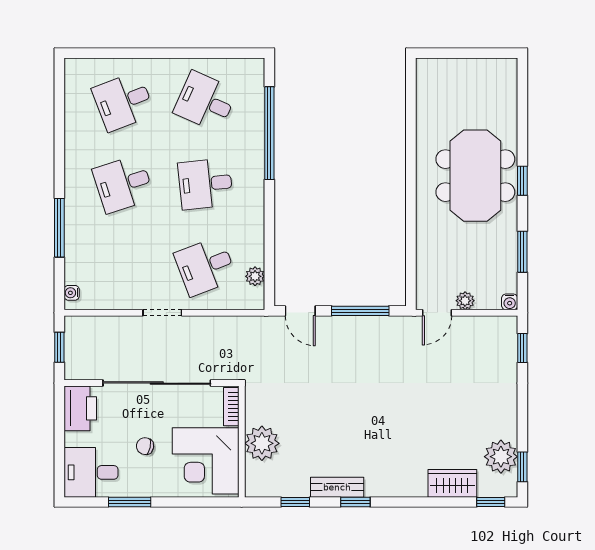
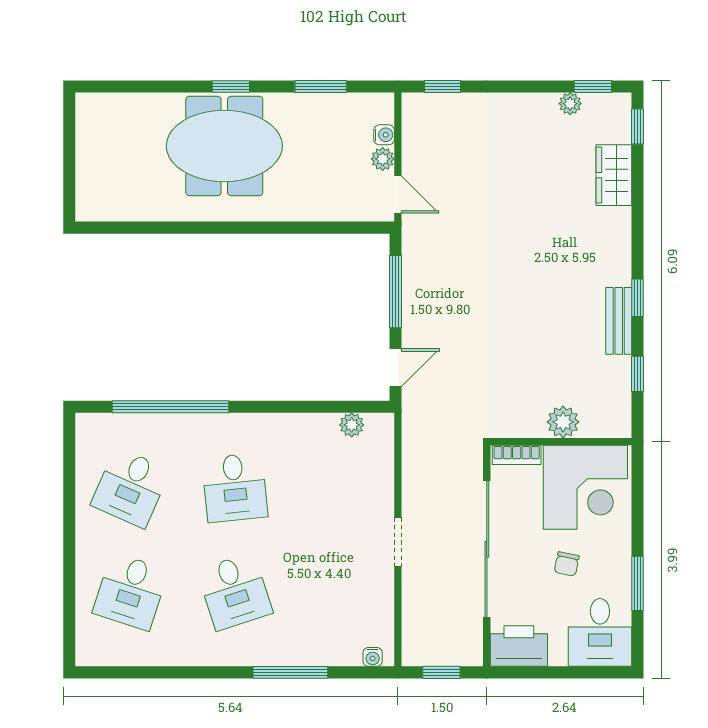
desk: (123, 101) -> (130, 591), turned 39
desk: (205, 266) -> (339, 488), removed
water cooler: (510, 302) -> (384, 135), moved
plant: (262, 443) -> (563, 422), width x0.73, depth x0.73
plant: (501, 457) -> (570, 104), width x0.53, depth x0.53

